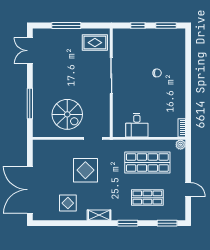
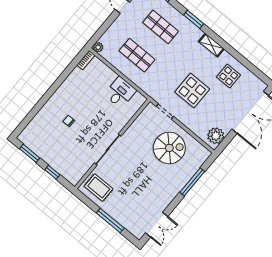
spiral stairs: (67, 114) -> (169, 148), turned 90
plant: (41, 152) -> (216, 136), added
shop shelf: (147, 162) -> (137, 55), width x0.70, depth x0.74

